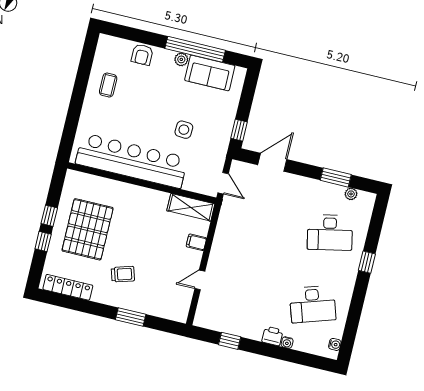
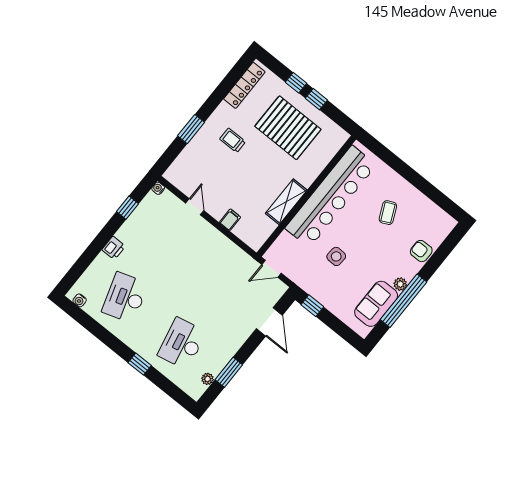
coffee table: (108, 85) -> (388, 213), moved, turned 65
shelving: (191, 207) -> (286, 202), moved
trolley: (123, 274) -> (233, 140), turned 107
water cooler: (287, 343) -> (158, 188), moved

